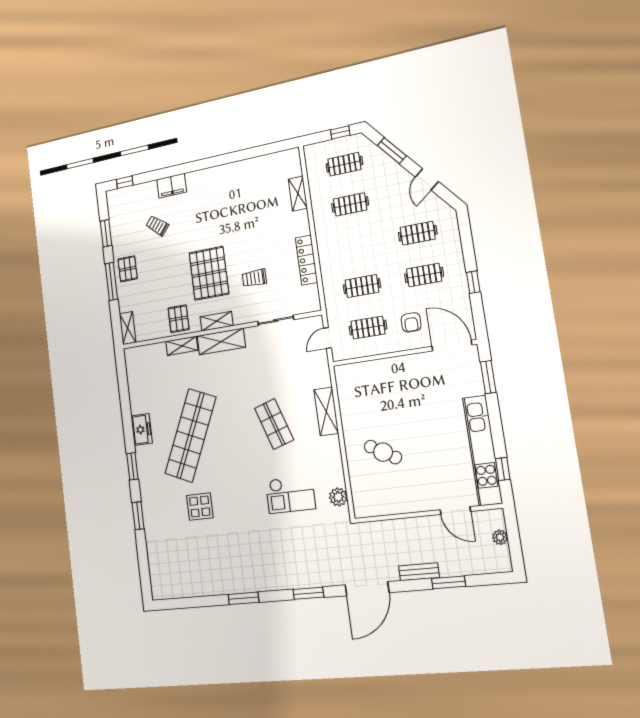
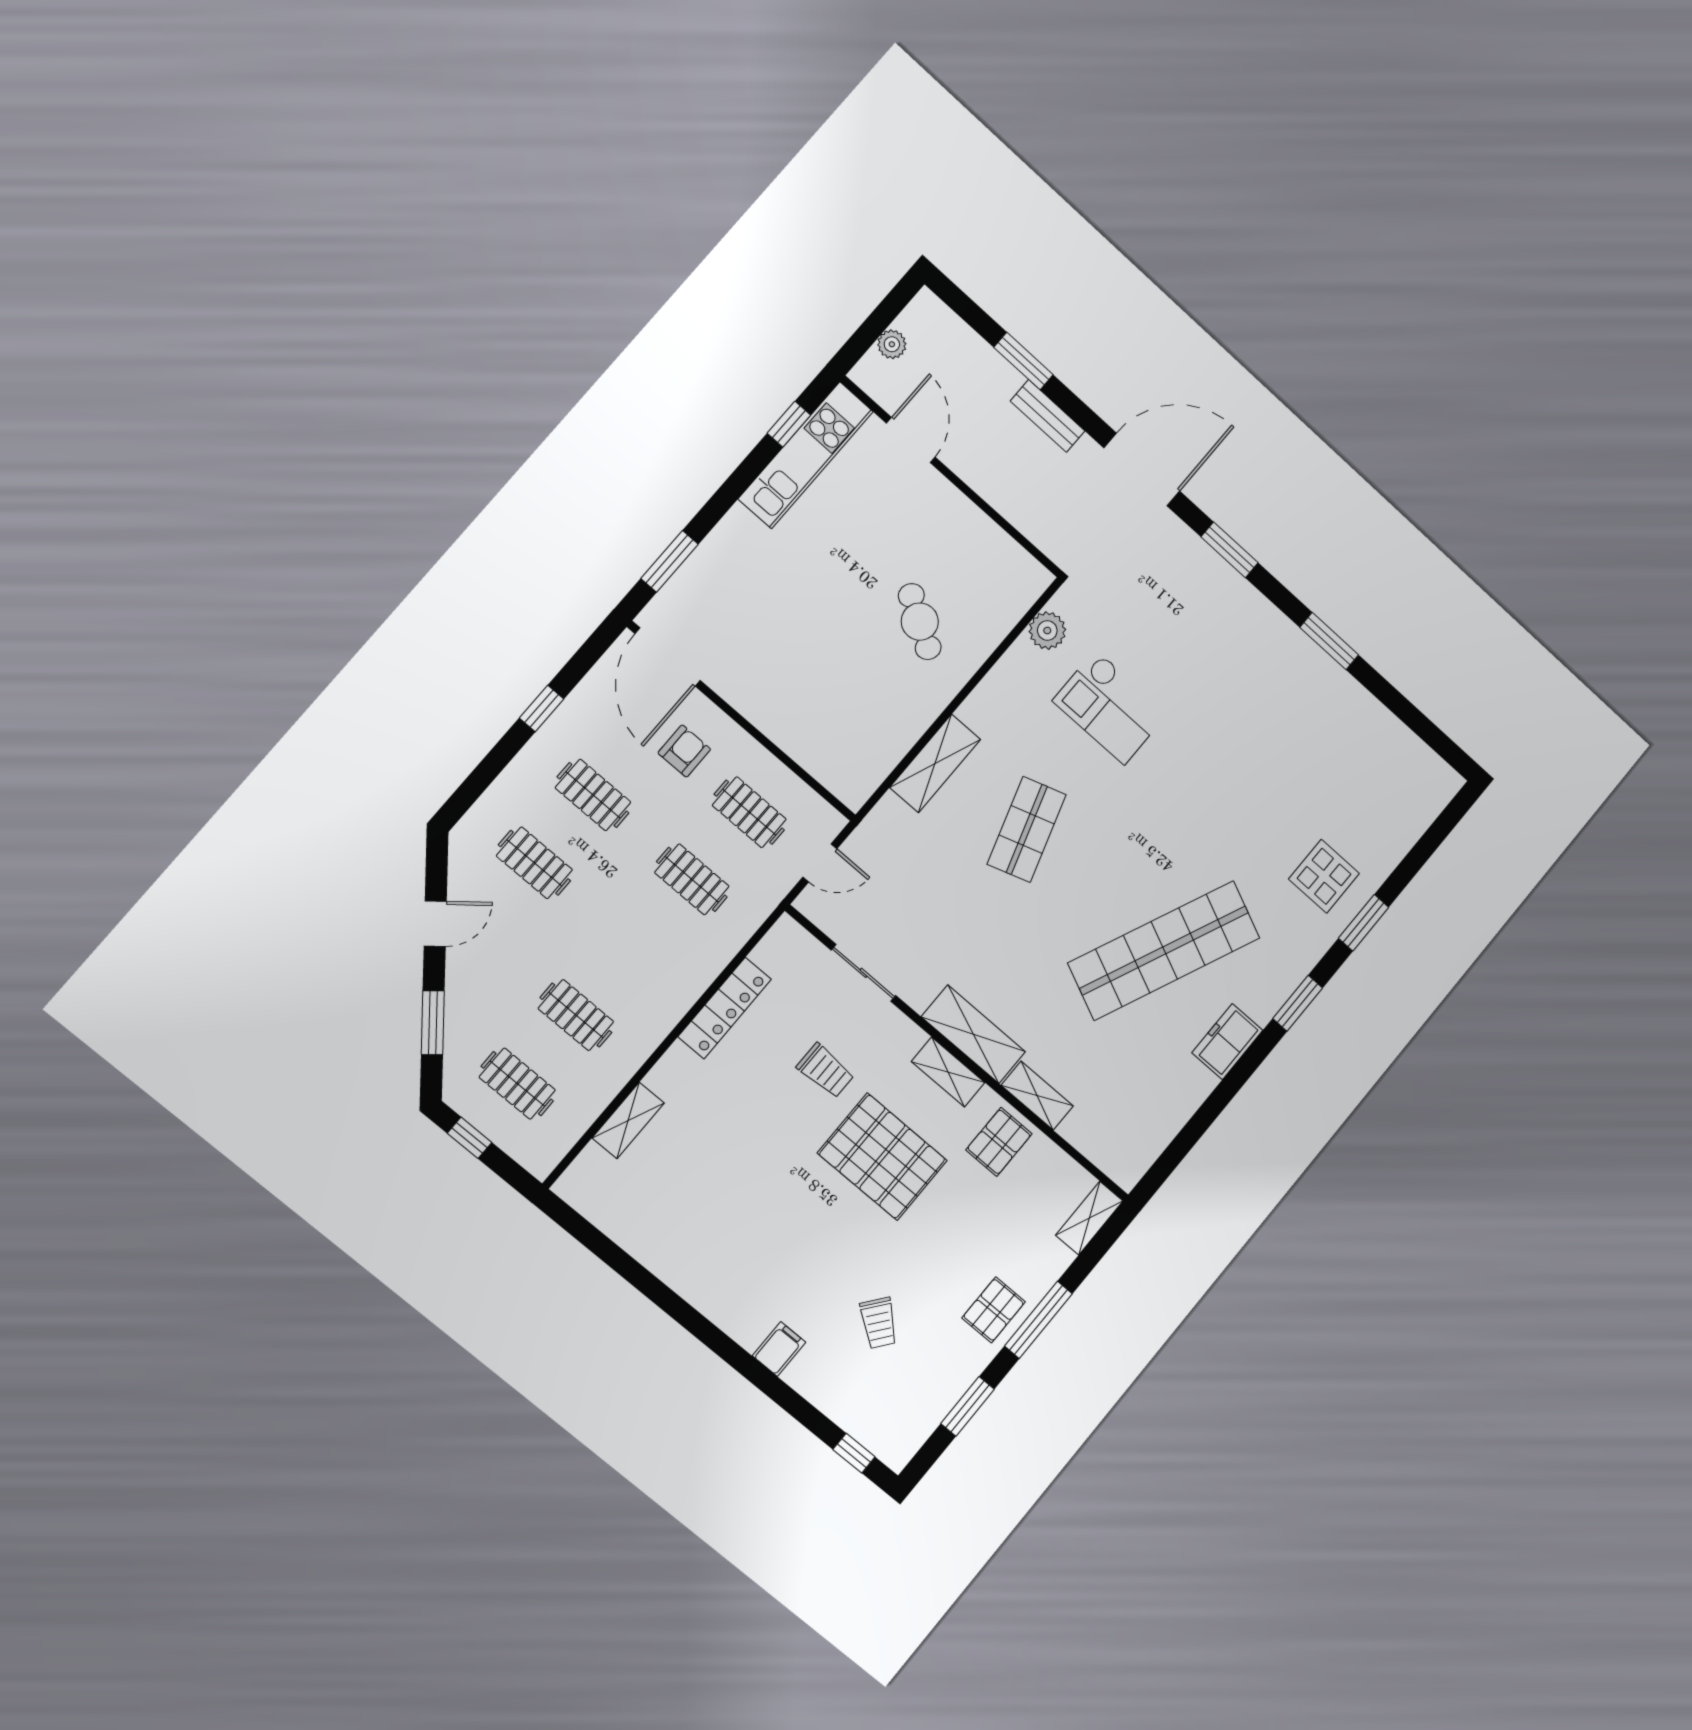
filing cabinet: (172, 186) -> (779, 1349), width x0.50
pallet: (209, 273) -> (882, 1157), turned 90
kitchen unit: (482, 450) -> (806, 455), width x0.73
checkout: (290, 495) -> (1110, 707), turned 180
display table: (200, 507) -> (1324, 876), moved

